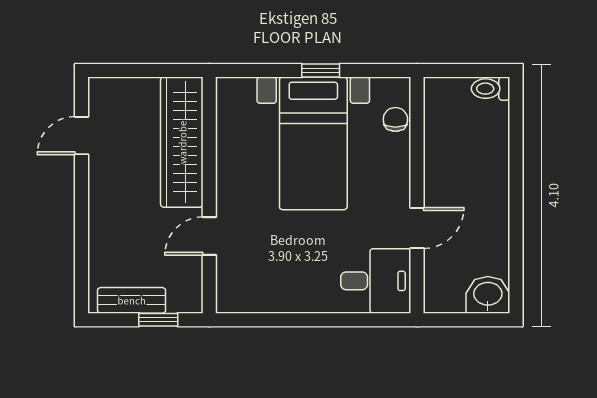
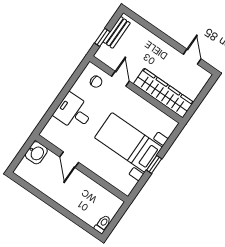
chair: (395, 119) -> (96, 82), moved
desk: (376, 281) -> (74, 112), moved, turned 90
washbasin: (488, 295) -> (36, 153), moved

